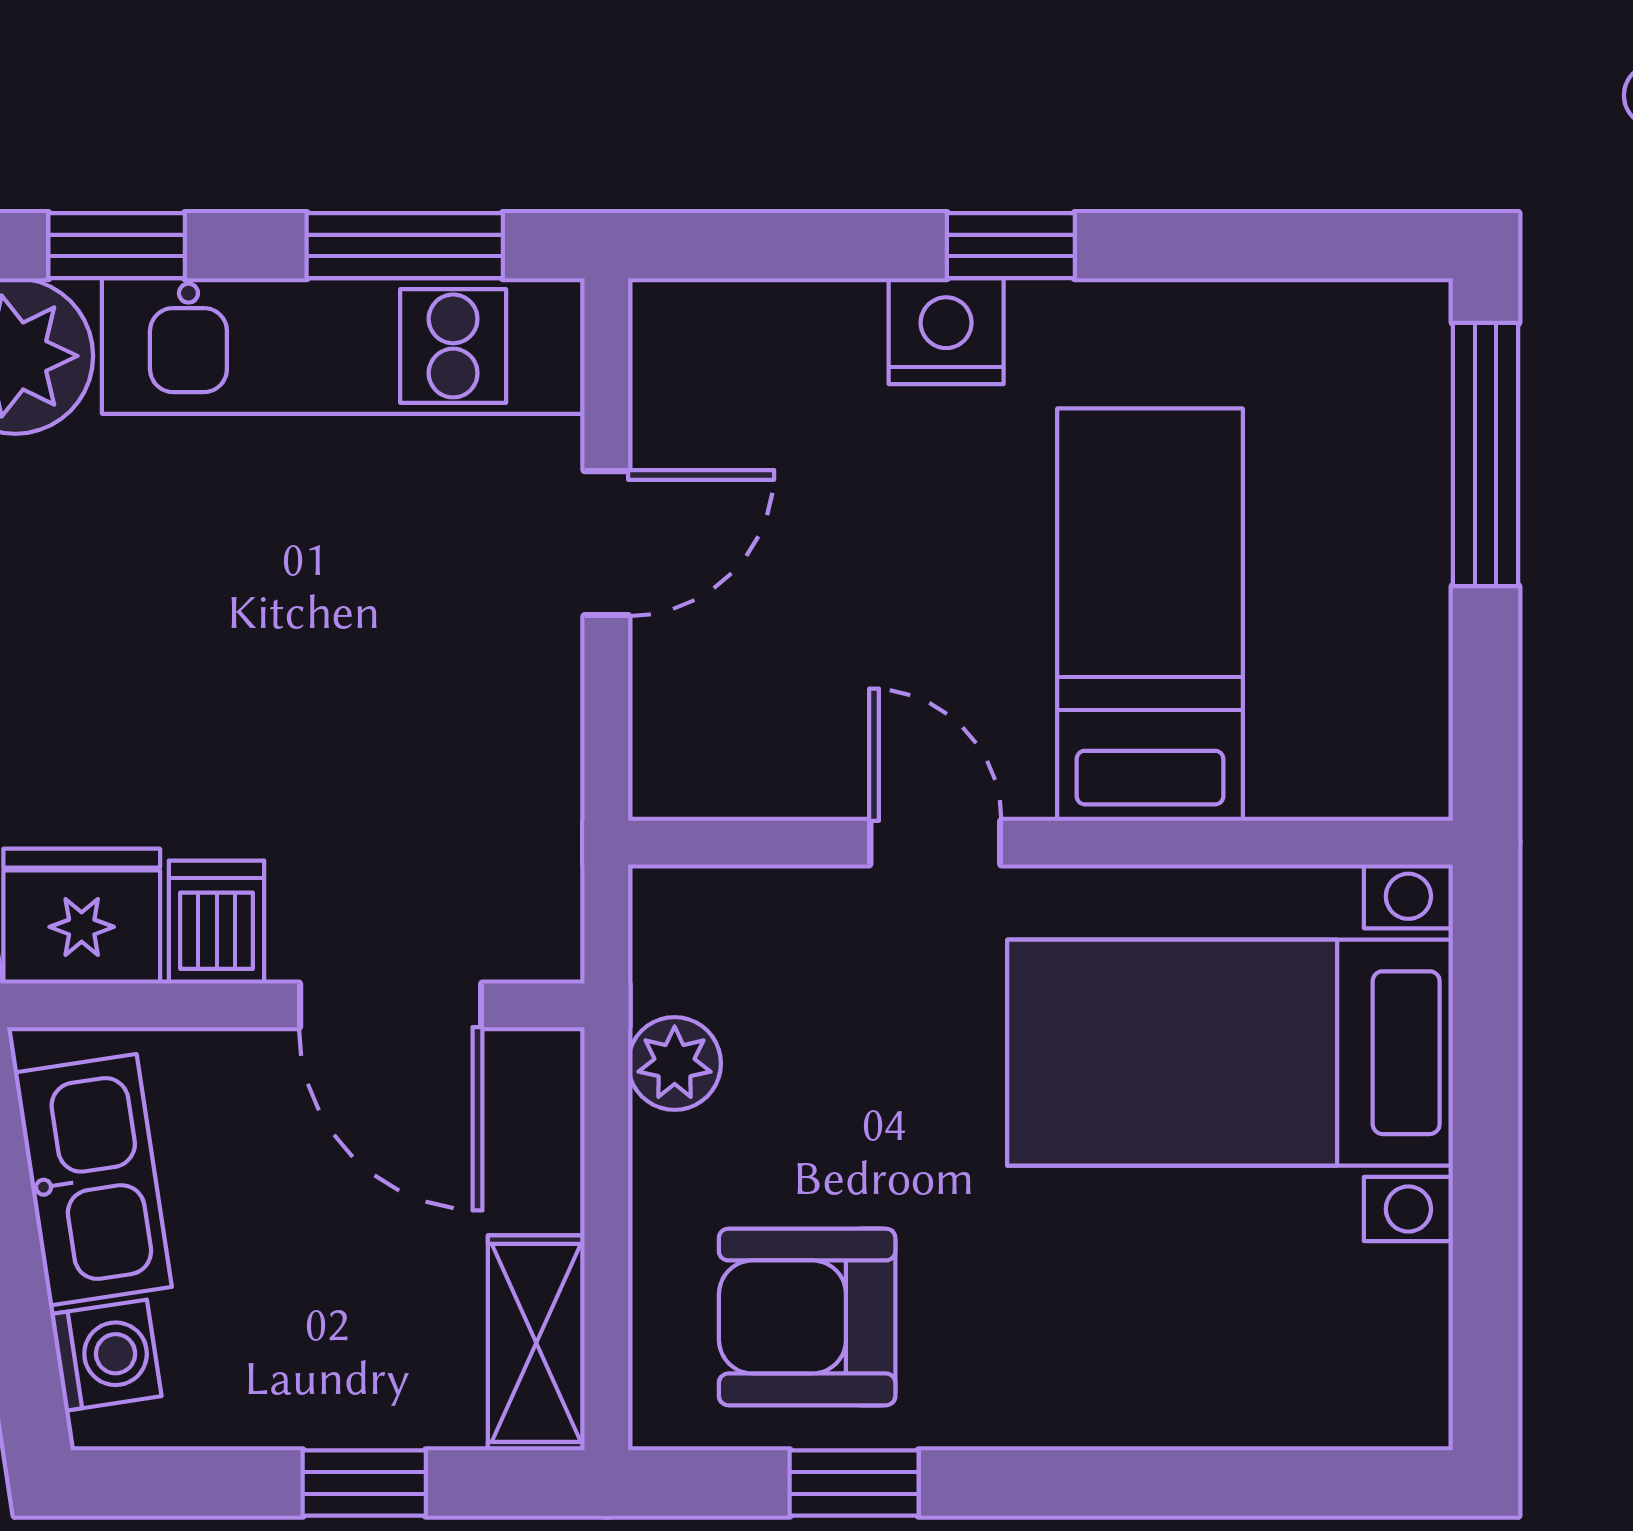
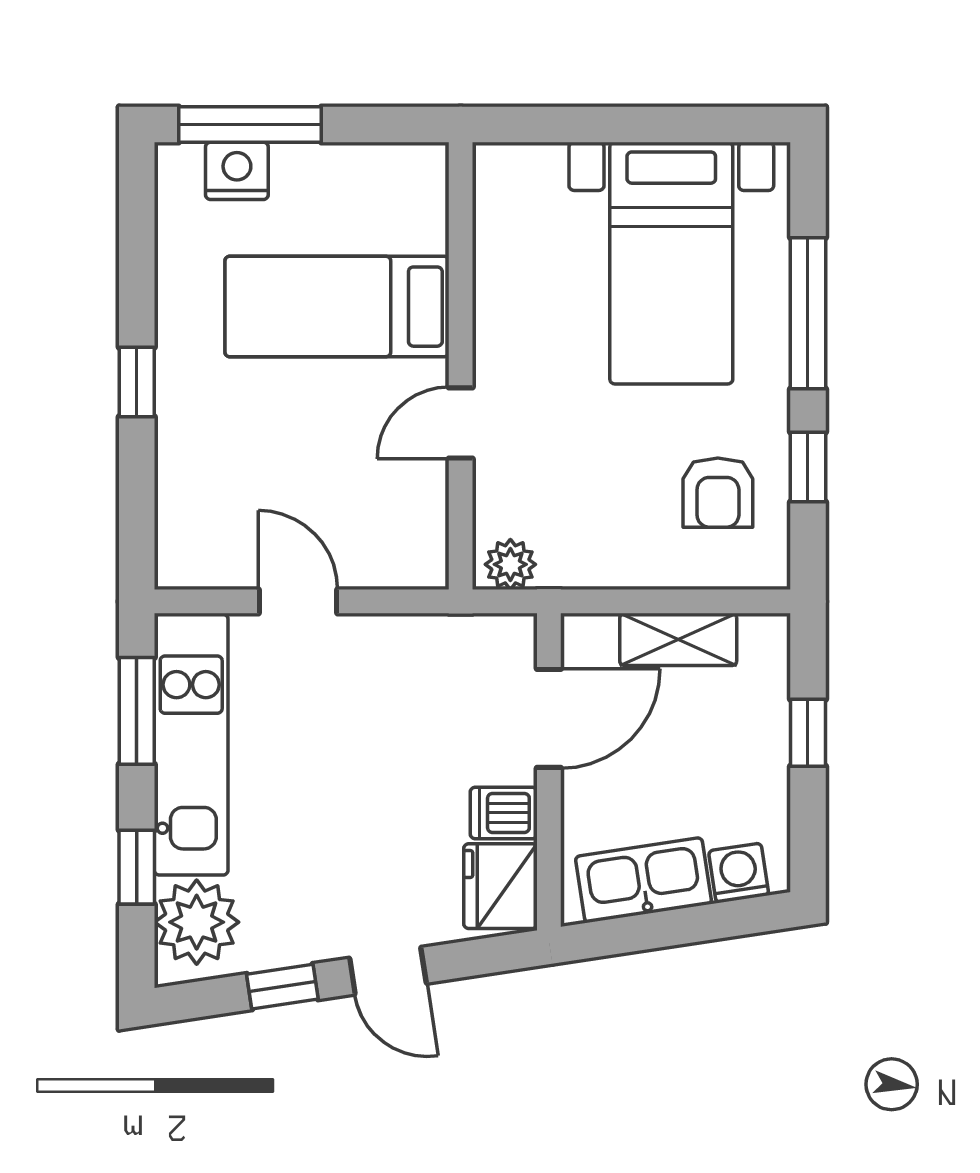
nightstand: (946, 331) -> (237, 171), moved, turned 90
bed with nightstands: (1230, 1053) -> (671, 263), moved
plant: (675, 1063) -> (510, 564), moved
armchair: (807, 1317) -> (718, 493), width x0.72, depth x0.72
shelving: (536, 1343) -> (678, 639), moved
window: (1137, 1483) -> (808, 313), added

